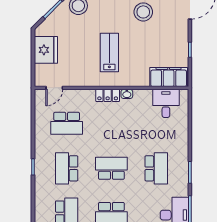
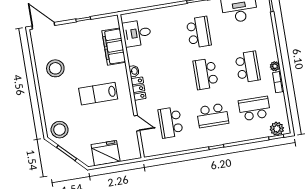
filing cabinet: (169, 77) -> (114, 47), moved
door: (54, 88) -> (137, 123), moved
school desk: (67, 123) -> (171, 122), turned 180
school desk: (156, 168) -> (199, 32), turned 90

